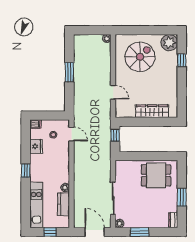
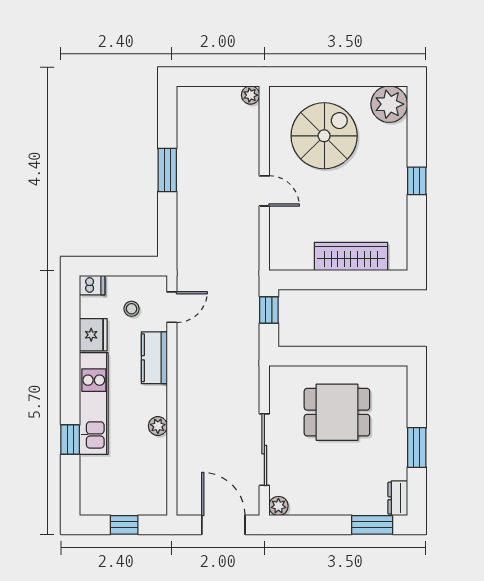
window: (182, 60) -> (417, 181), moved
door: (113, 92) -> (264, 191), moved
door: (71, 134) -> (172, 307), hinge flipped
window: (26, 171) -> (70, 439), moved
dining table: (156, 175) -> (337, 412), moved
kitchen counter: (64, 204) -> (154, 358), moved
kitchen unit: (36, 205) -> (94, 403), moved
window: (140, 232) -> (372, 525), moved

